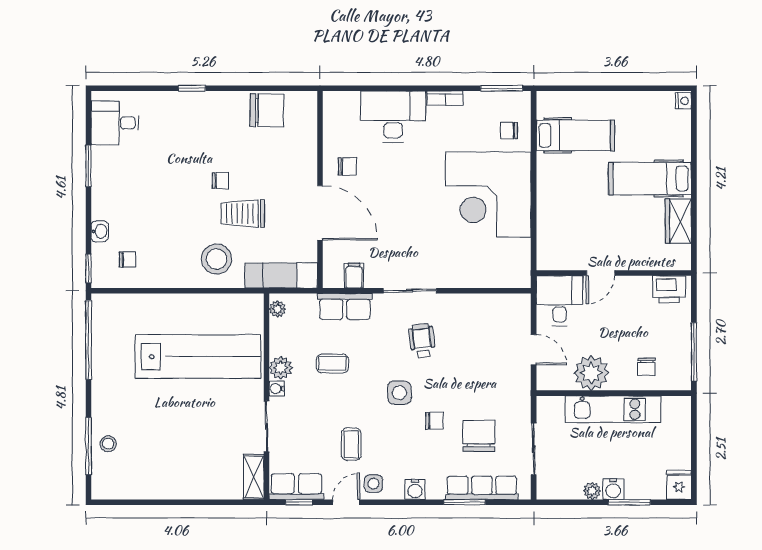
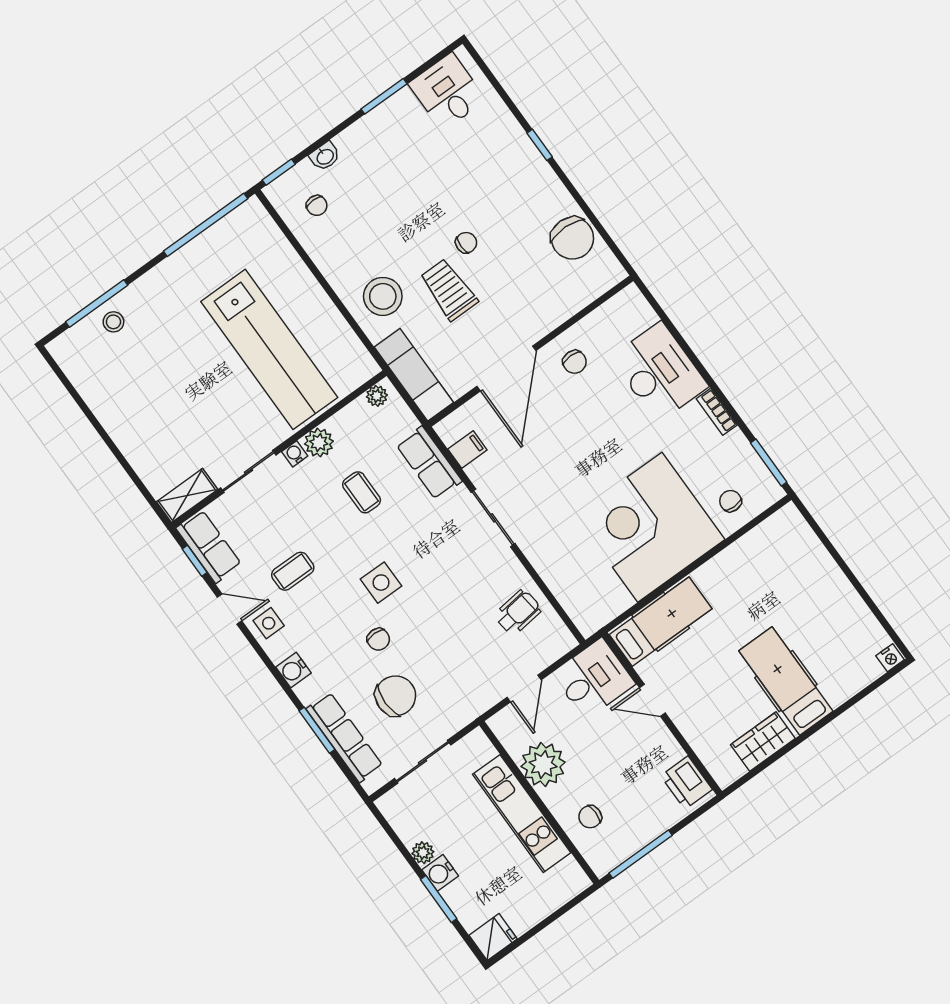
hospital bed: (575, 135) -> (661, 622), moved, turned -90
chair: (221, 181) -> (466, 243), turned -90
wheelchair: (422, 341) -> (518, 612), moved

